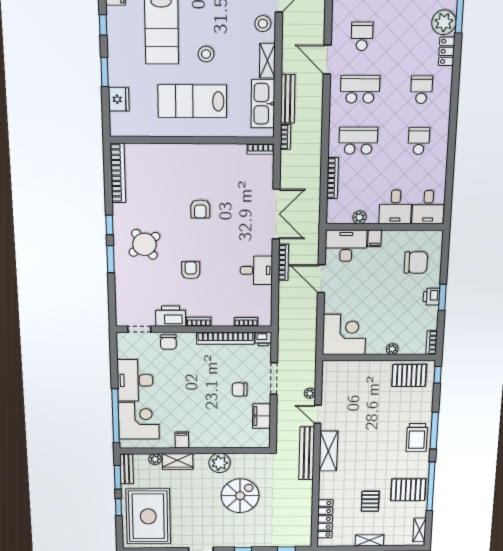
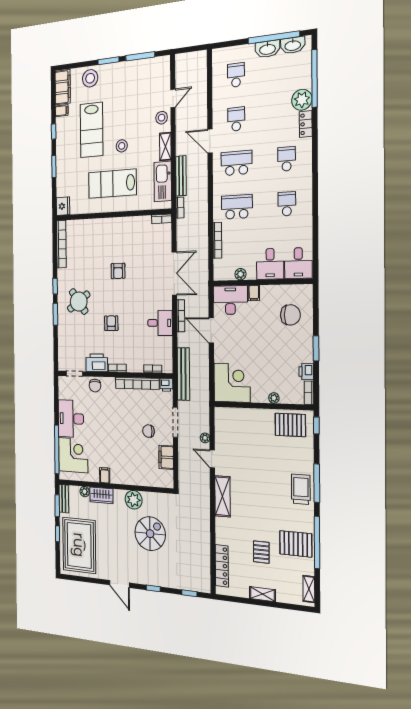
fridge: (119, 99) -> (63, 206), moved
printer: (431, 297) -> (306, 372), moved
trolley: (417, 438) -> (301, 489), turned 180
bench: (307, 453) -> (183, 374), moved

